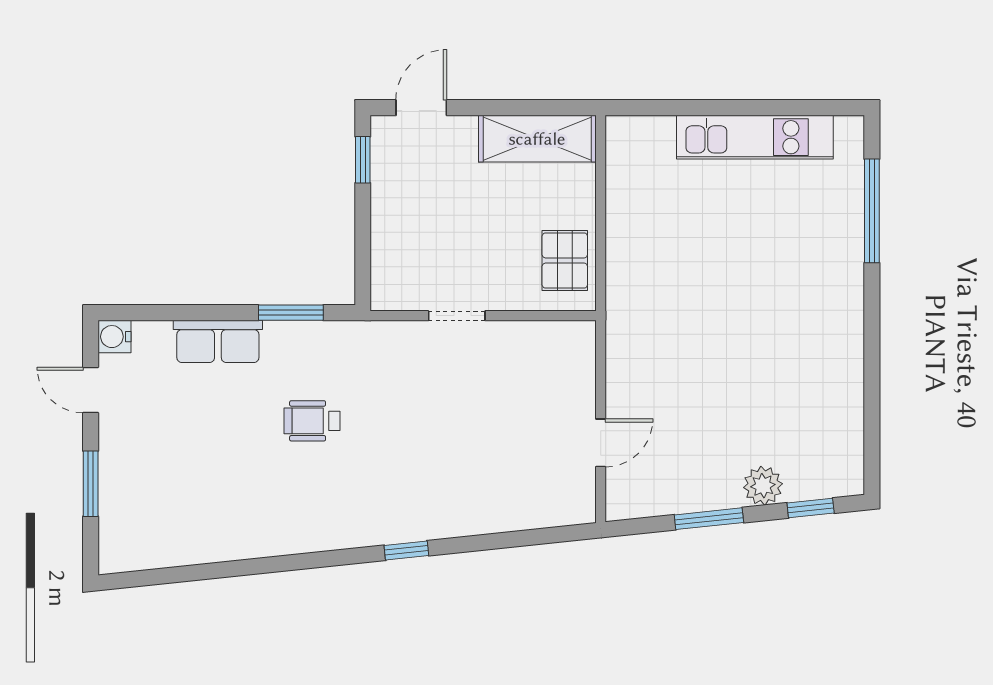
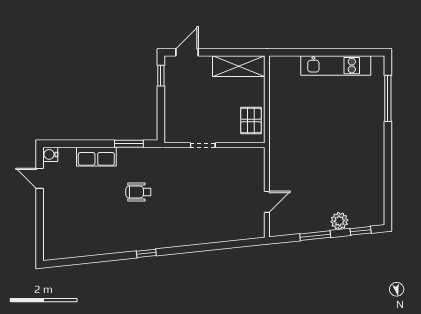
window: (91, 484) -> (40, 220), removed
window: (406, 550) -> (146, 253), moved

